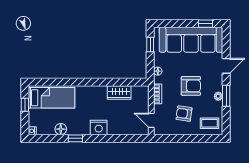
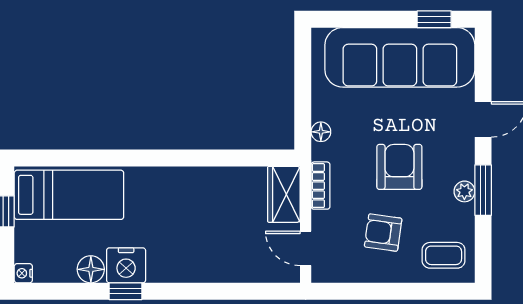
window: (150, 45) -> (303, 69), removed
armchair: (191, 86) -> (399, 167), turned -90
wardrobe: (119, 93) -> (284, 194), moved, turned 90
nightstand: (99, 127) -> (126, 265), moved

